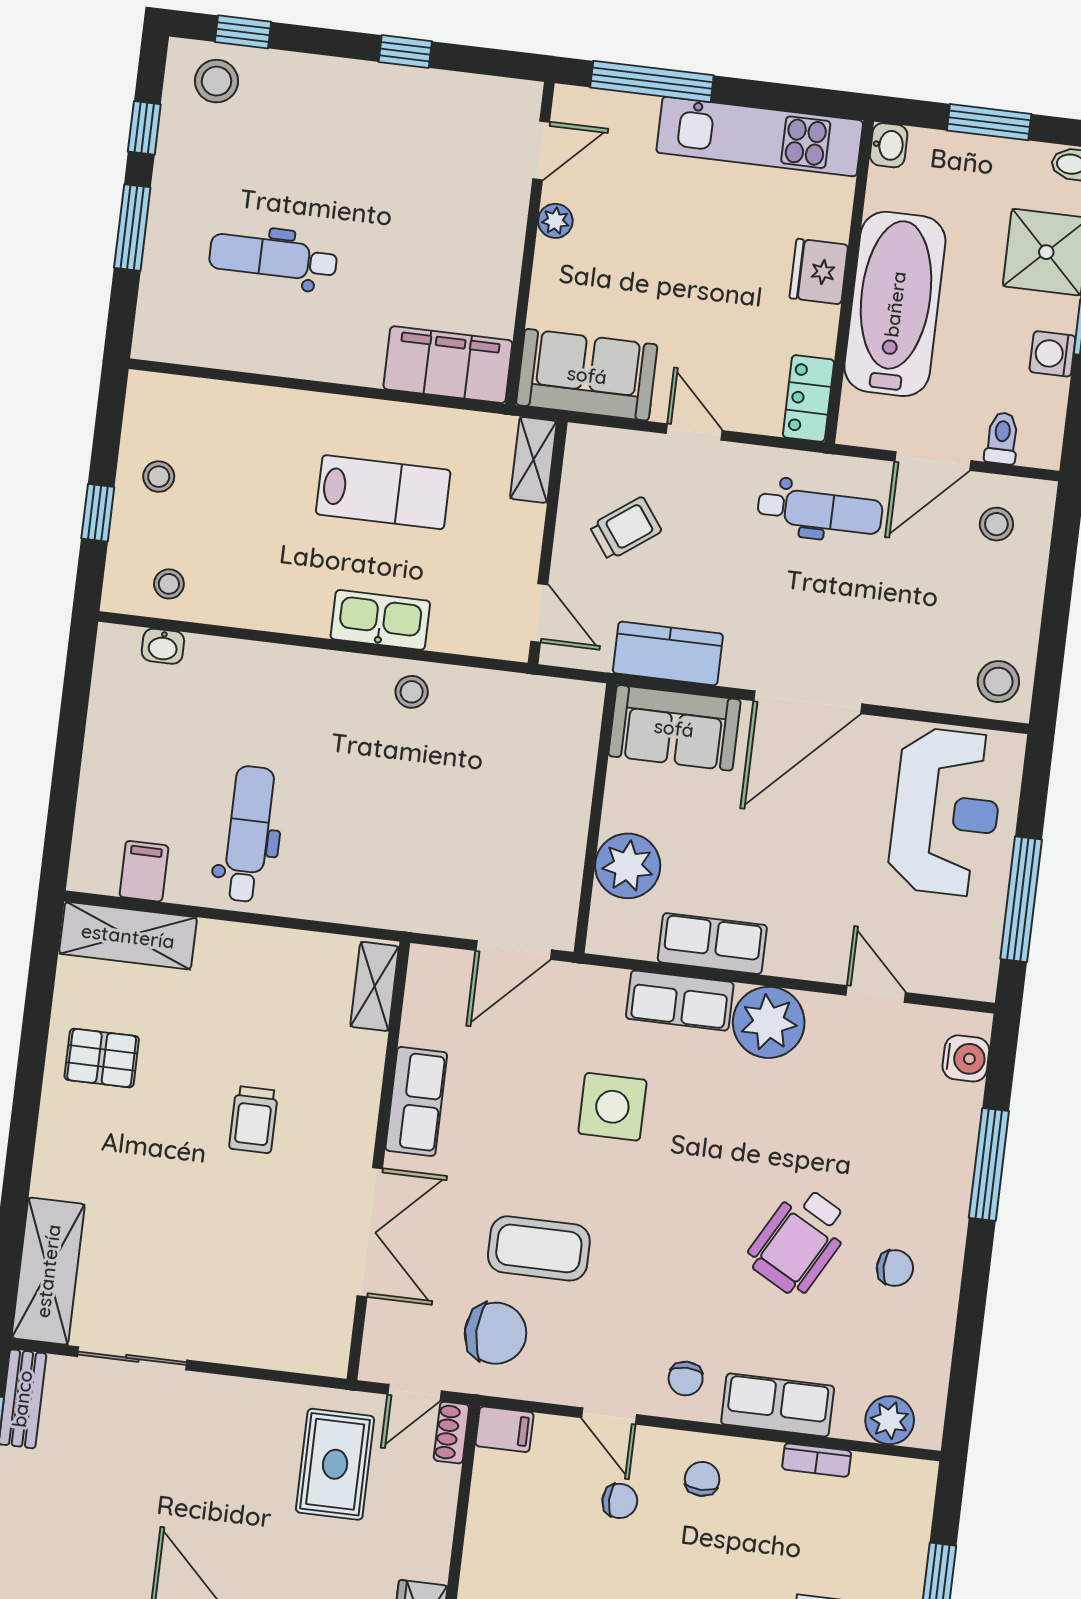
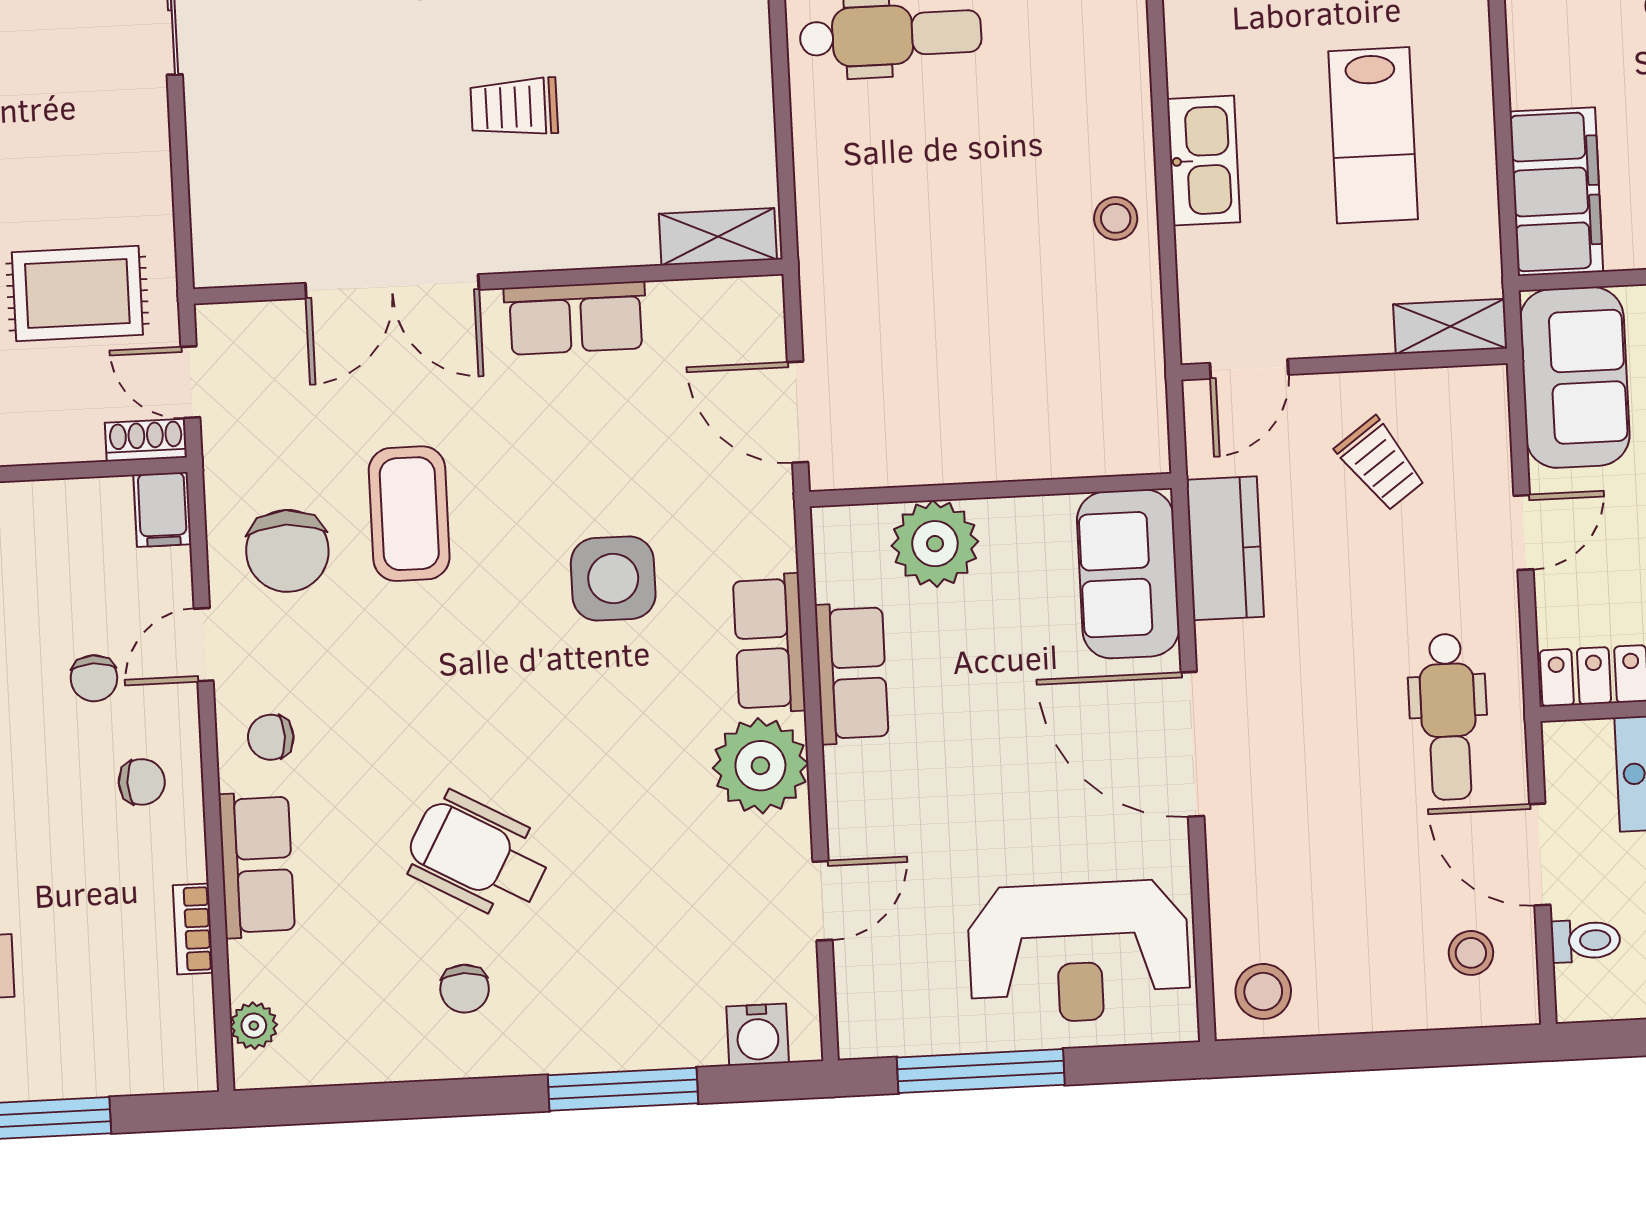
chair: (496, 1333) -> (287, 551), moved
plant: (890, 1420) -> (254, 1026), width x0.73, depth x0.73

